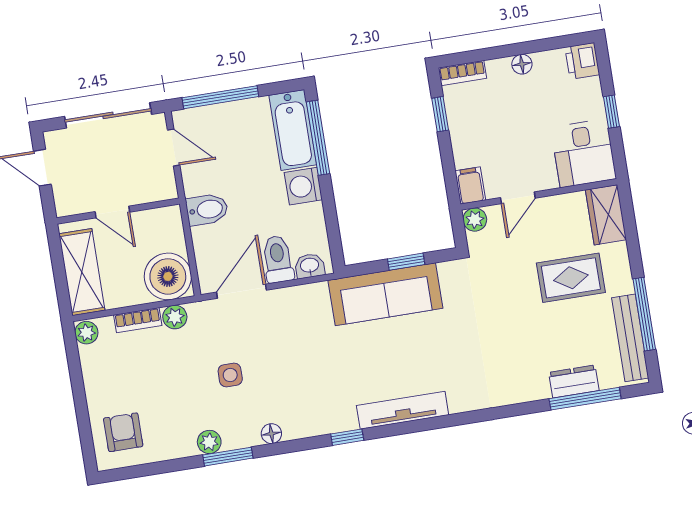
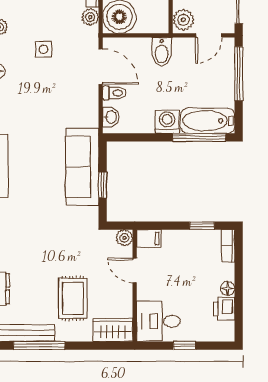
printer: (582, 61) -> (224, 309), moved, turned -90
plant: (158, 187) -> (183, 20), added
toilet: (278, 259) -> (114, 93), width x0.73, depth x0.72

